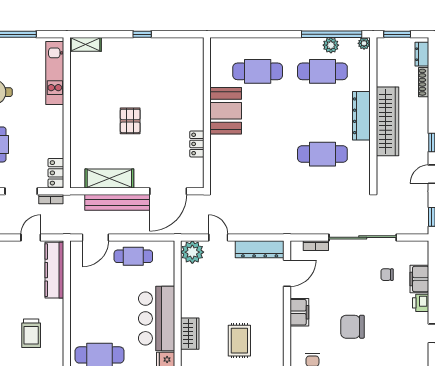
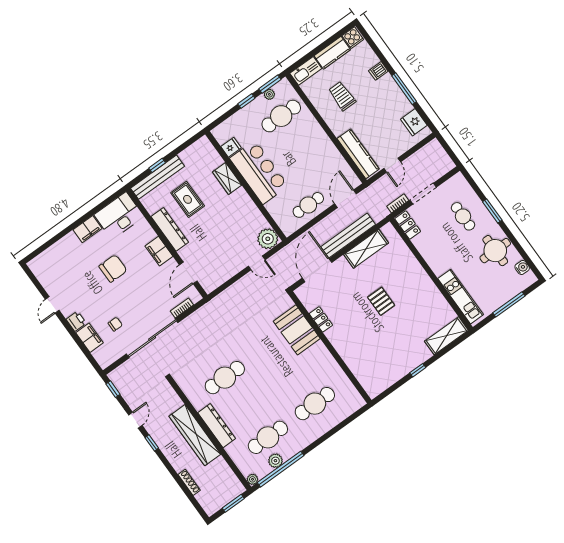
shelving: (86, 44) -> (446, 336), width x1.50, depth x1.33
dresser: (422, 54) -> (205, 502), removed
booth: (226, 111) -> (297, 330), moved
dresser: (260, 249) -> (170, 229), moved, turned 90

